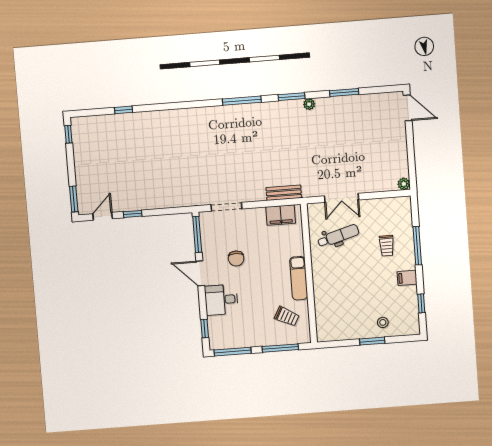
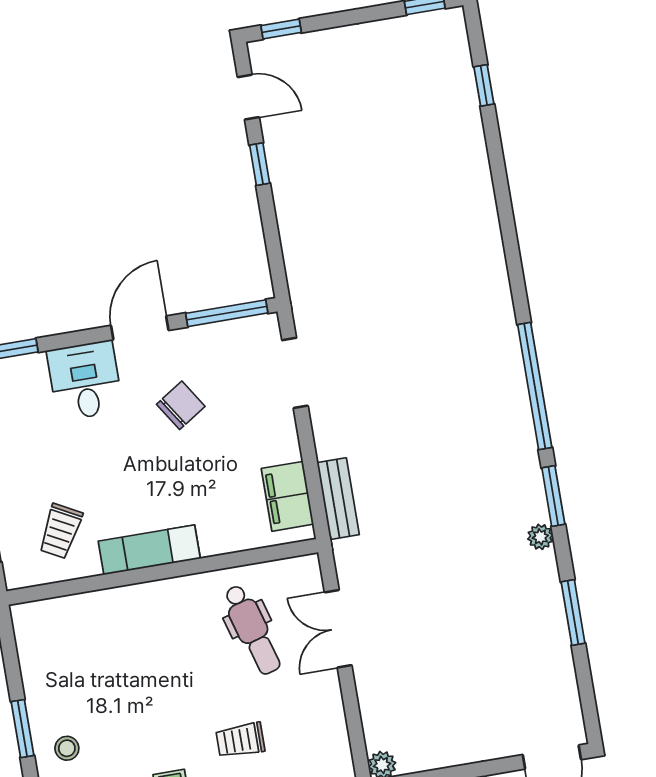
window: (242, 101) -> (535, 386), width x1.46
window: (123, 110) -> (484, 85), moved
window: (74, 199) -> (281, 29), width x0.67
chair: (236, 258) -> (181, 405), turned 147

